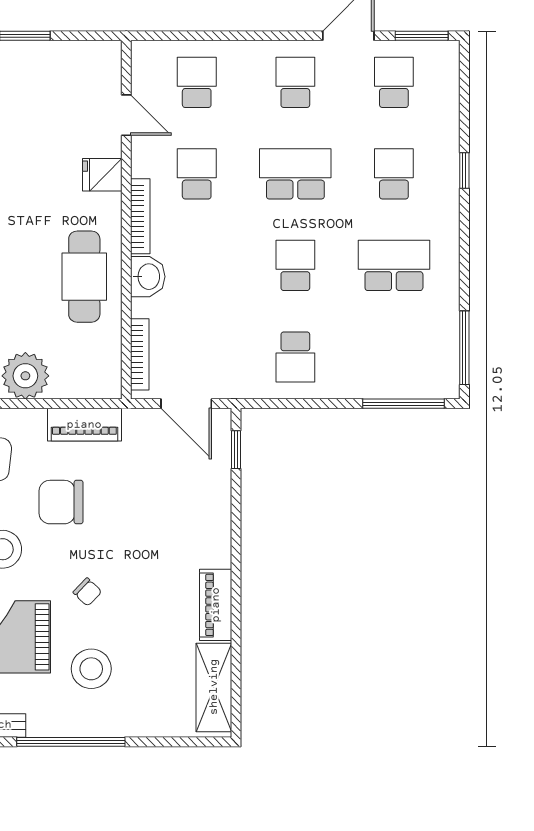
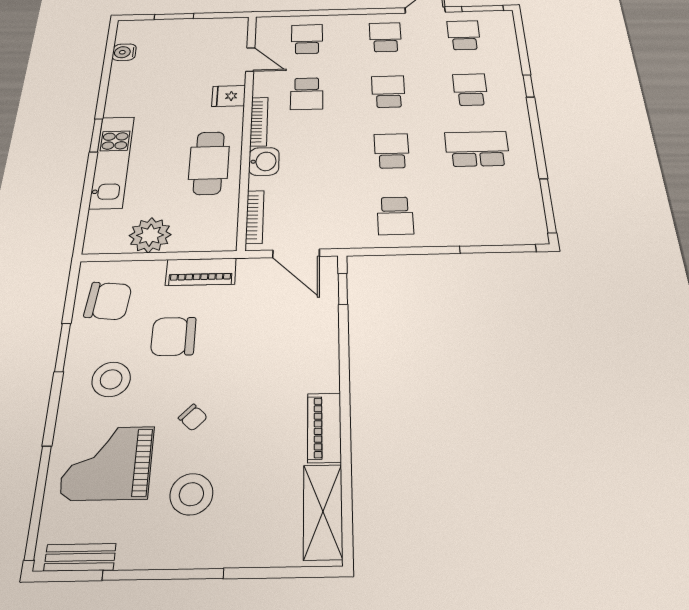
school desk: (197, 174) -> (307, 94), turned 180
school desk: (295, 174) -> (388, 92), width x0.54

